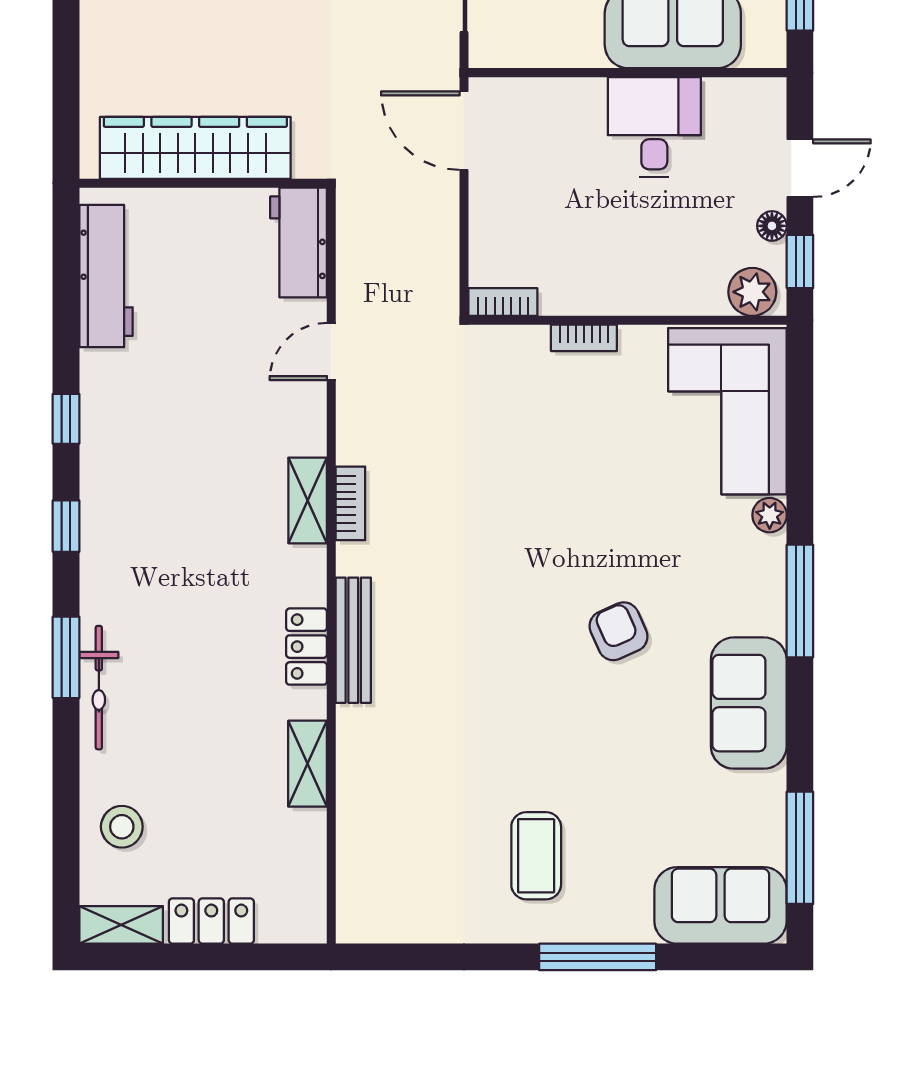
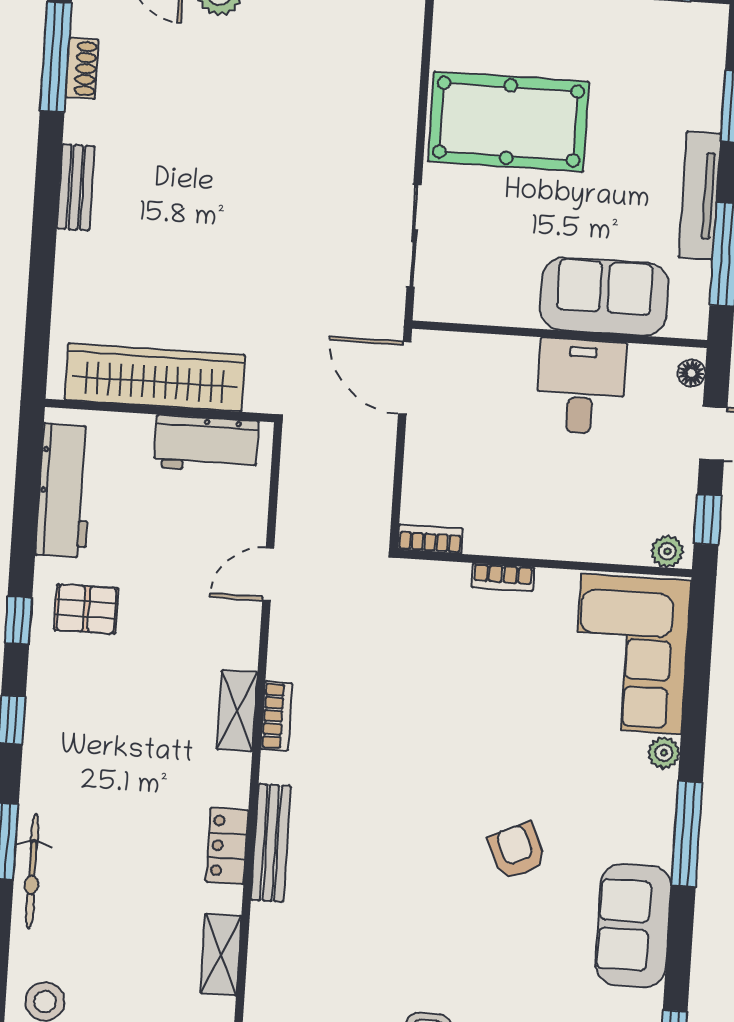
floor lamp: (772, 226) -> (691, 373), moved
workbench: (299, 242) -> (206, 444), moved, turned -90
plant: (752, 292) -> (667, 551), width x0.73, depth x0.73
pallet: (138, 402) -> (86, 609), added

